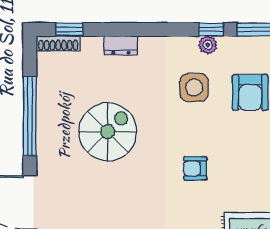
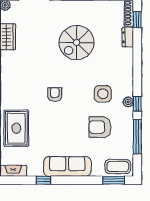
dresser: (121, 45) -> (128, 37), moved
spiral stairs: (108, 132) -> (77, 43), turned 90

